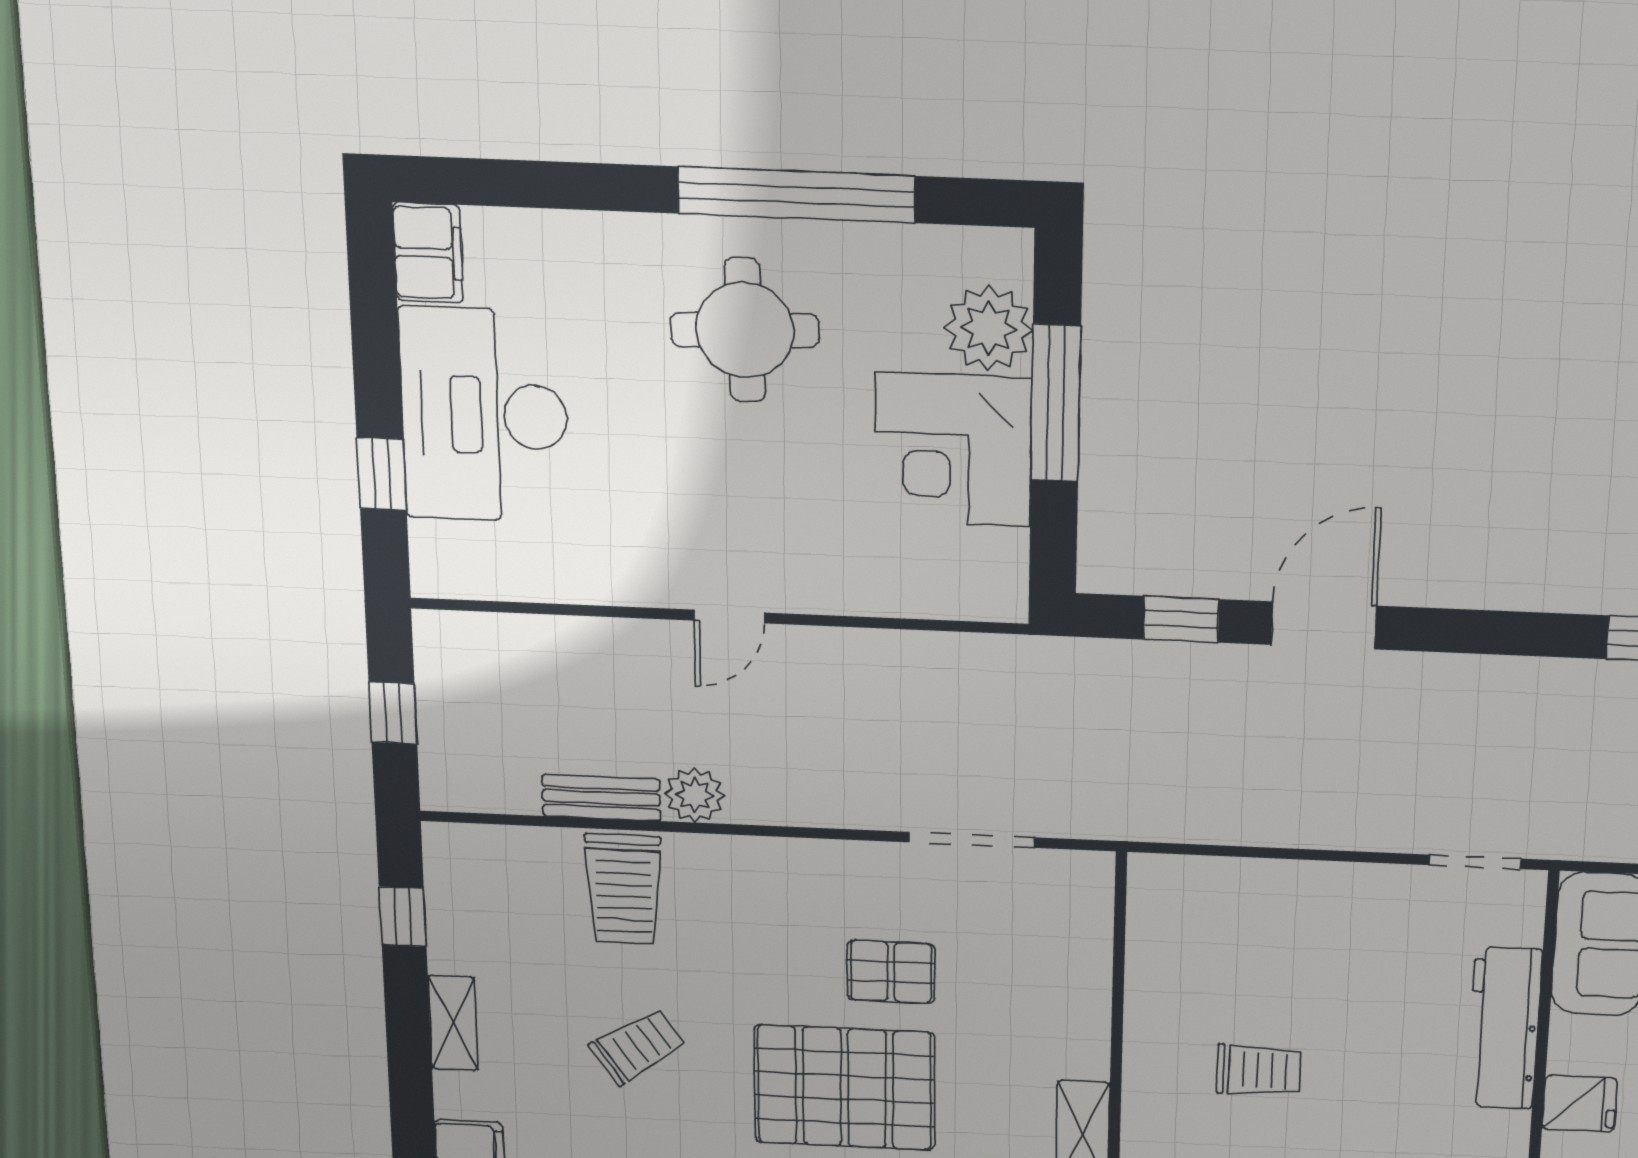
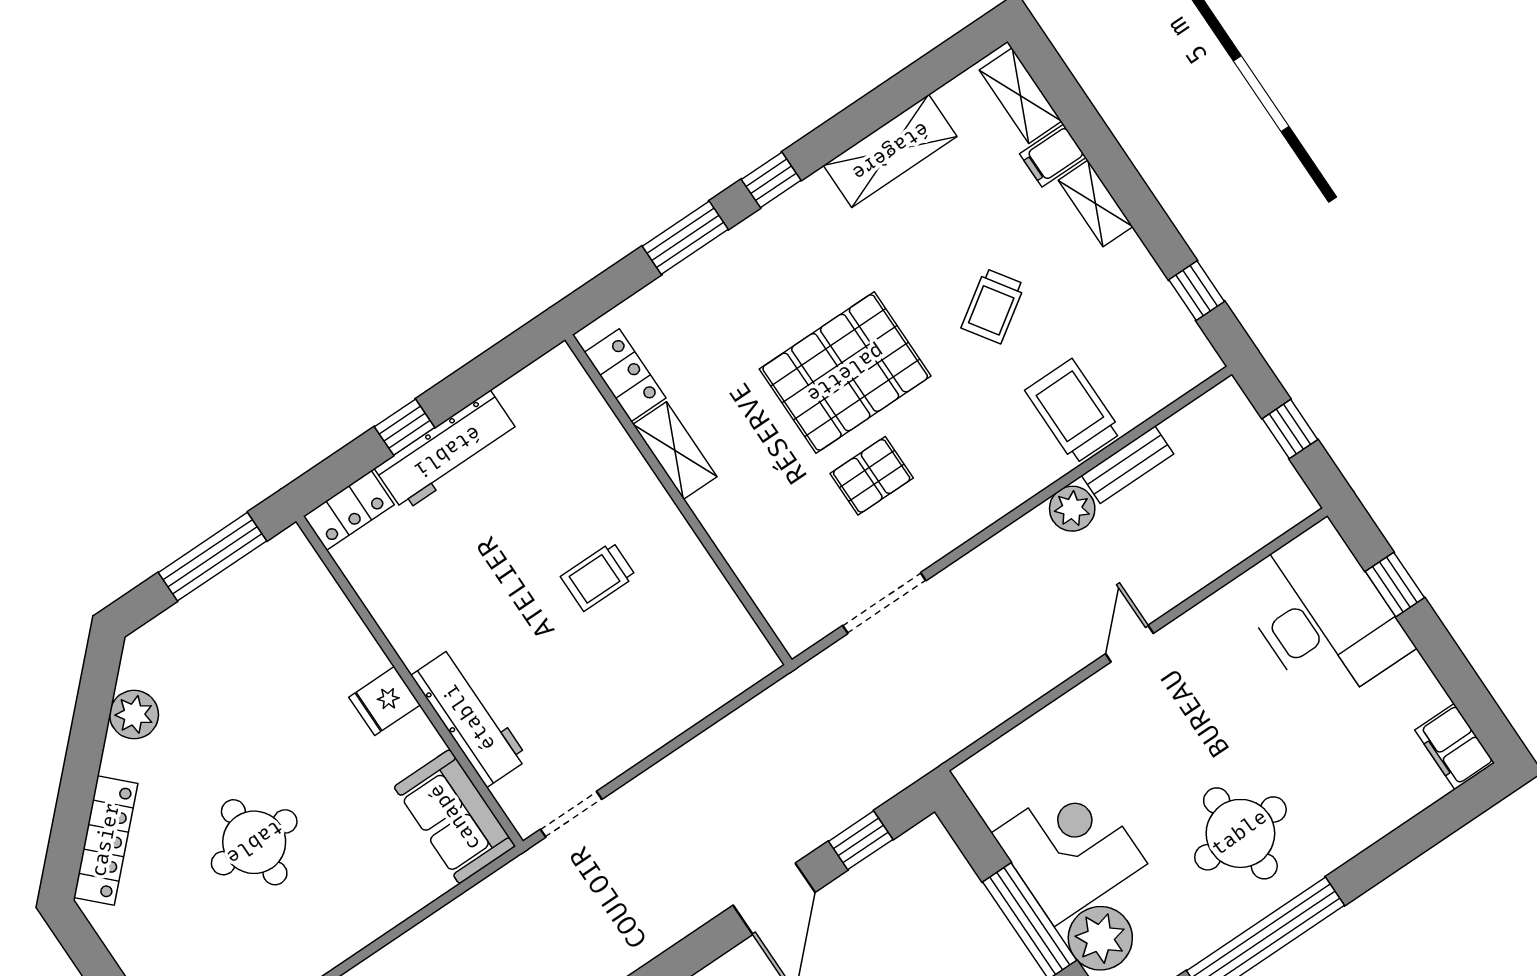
desk: (484, 415) -> (1323, 615), moved
shelving: (453, 1023) -> (1095, 203), moved

